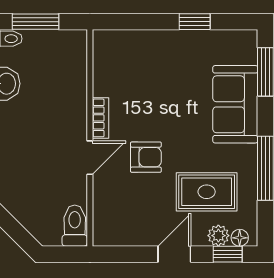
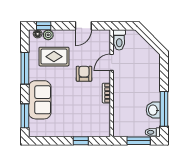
window: (195, 22) -> (81, 141), moved
armchair: (146, 157) -> (84, 74), turned 90
door: (90, 158) -> (112, 62), moved
door: (174, 254) -> (83, 26), moved

